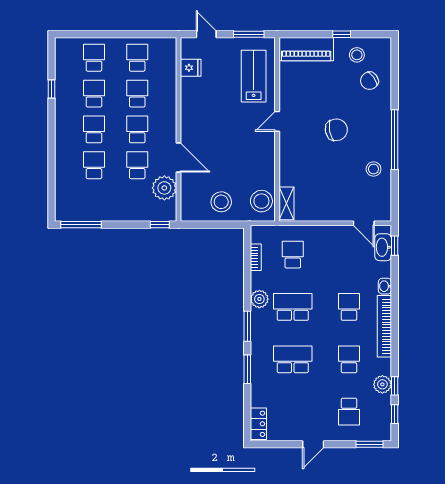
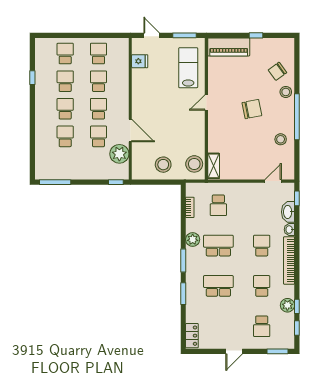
stool: (357, 55) -> (286, 92), moved
door: (364, 223) -> (273, 181), swing flipped
washbasin: (383, 247) -> (288, 212), moved
school desk: (293, 255) -> (218, 205), turned 180

